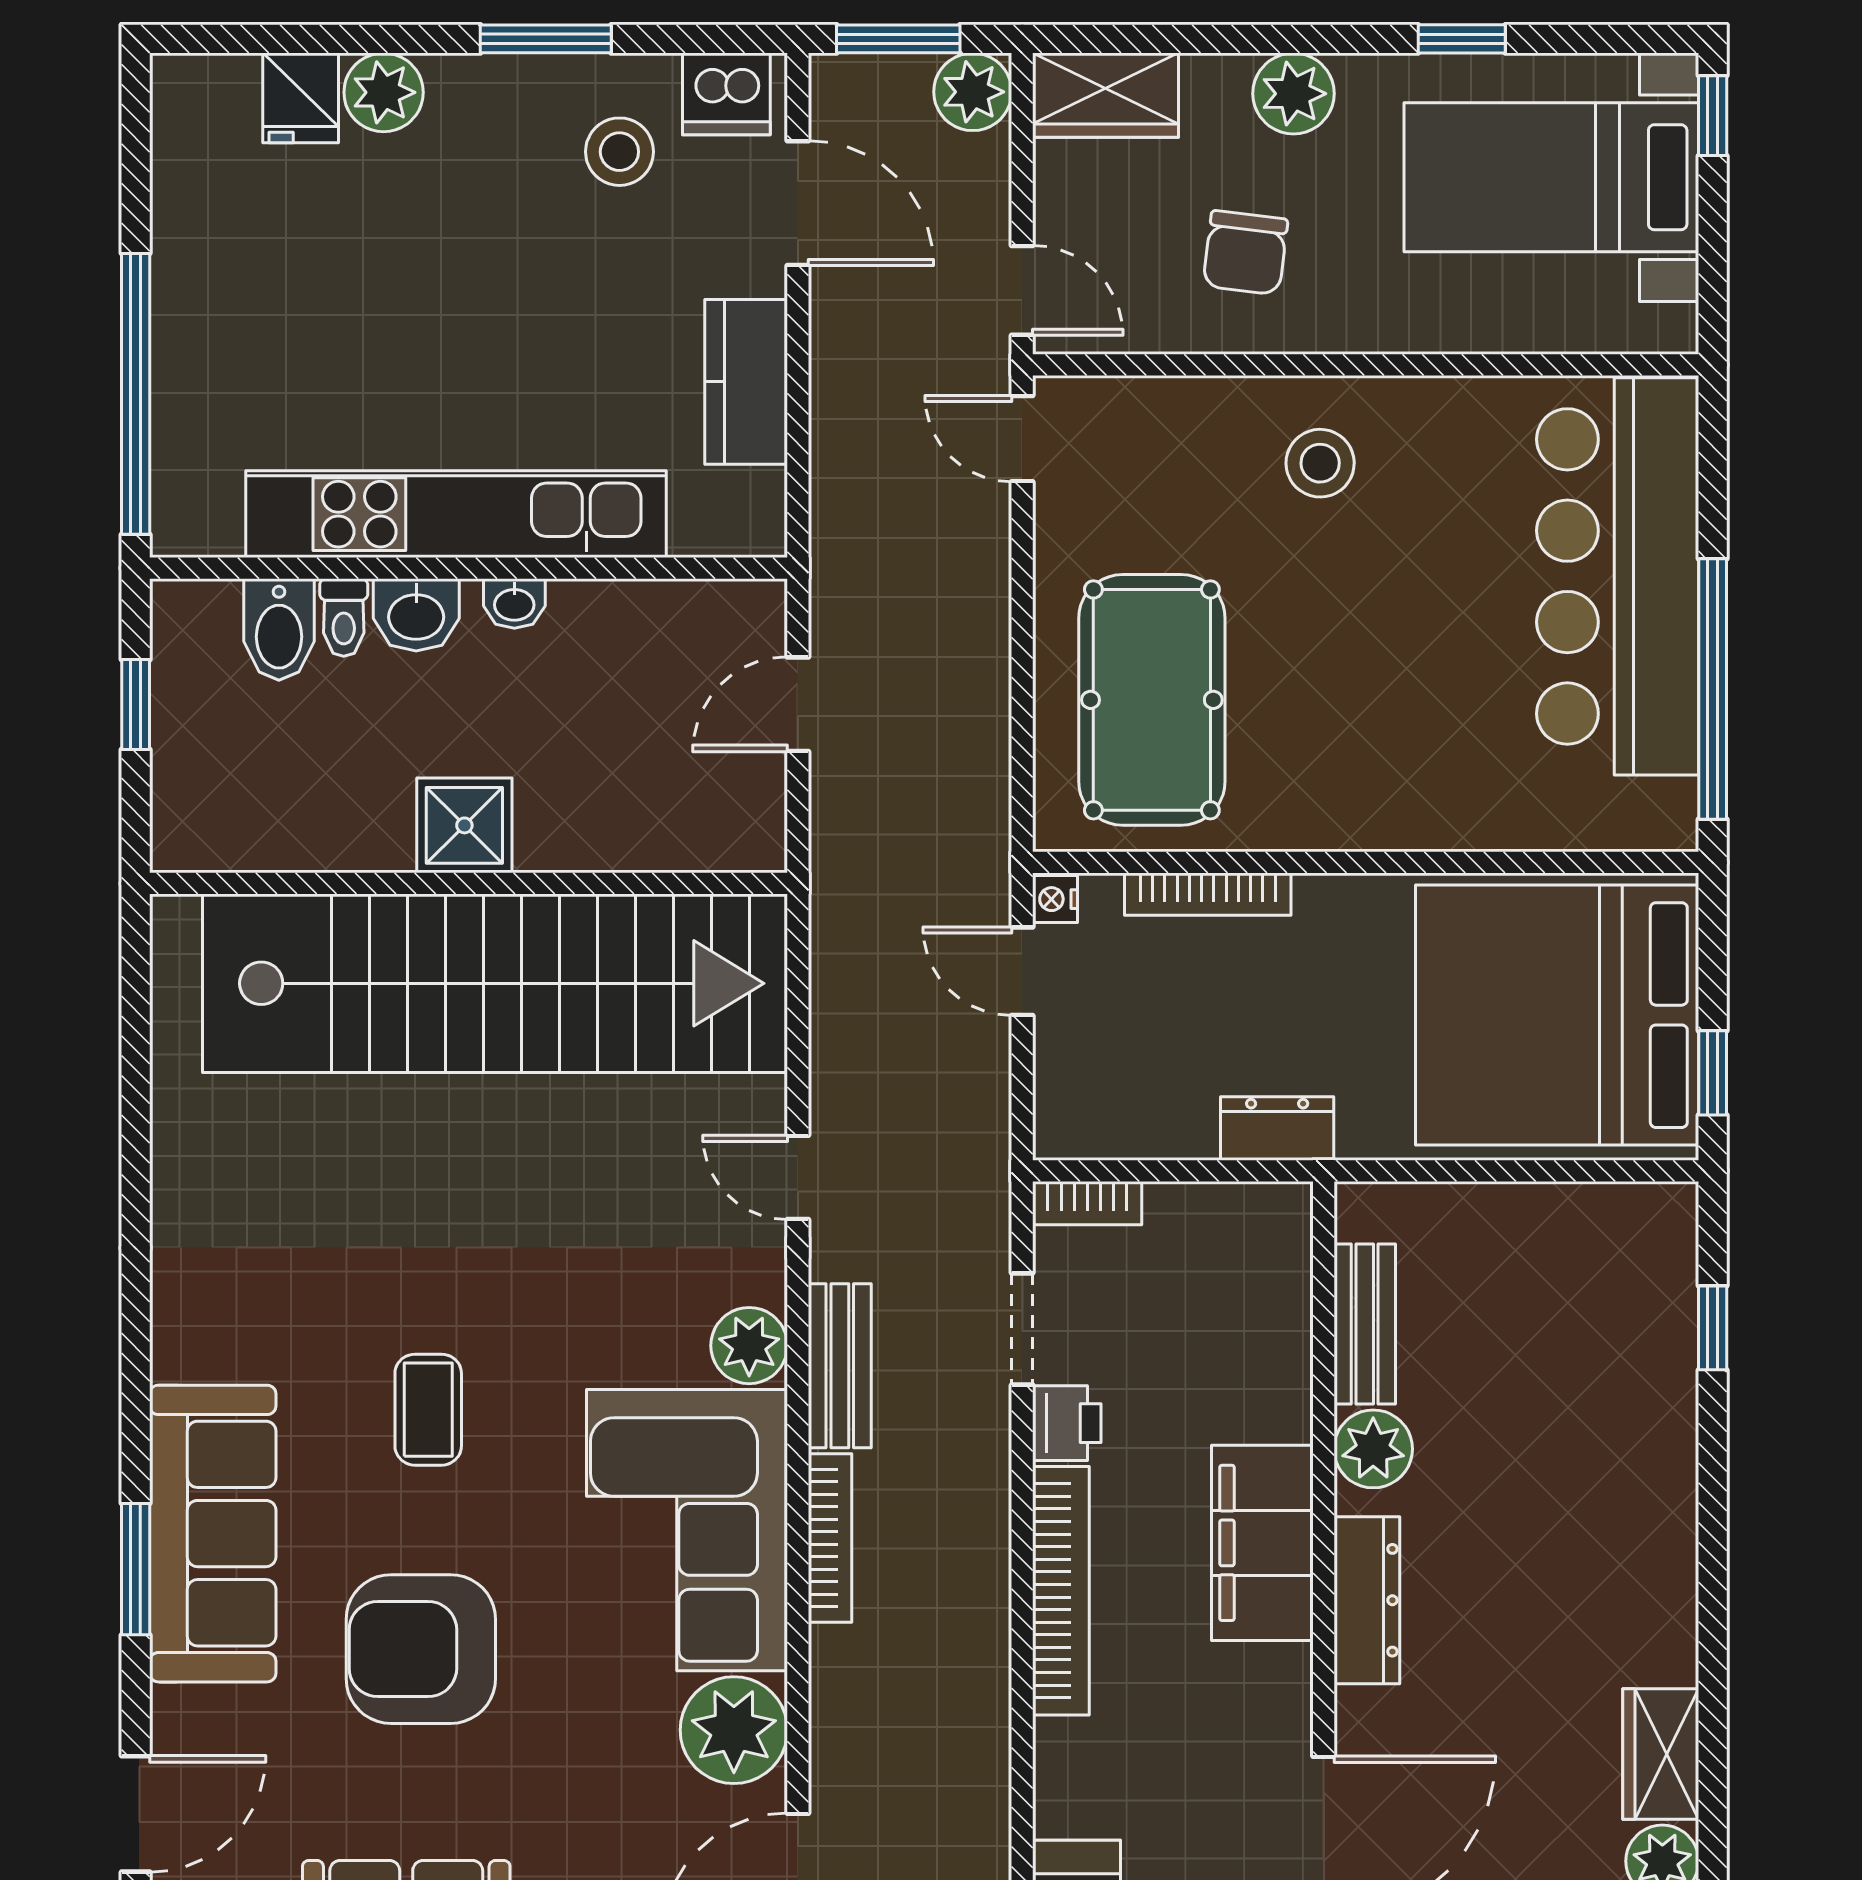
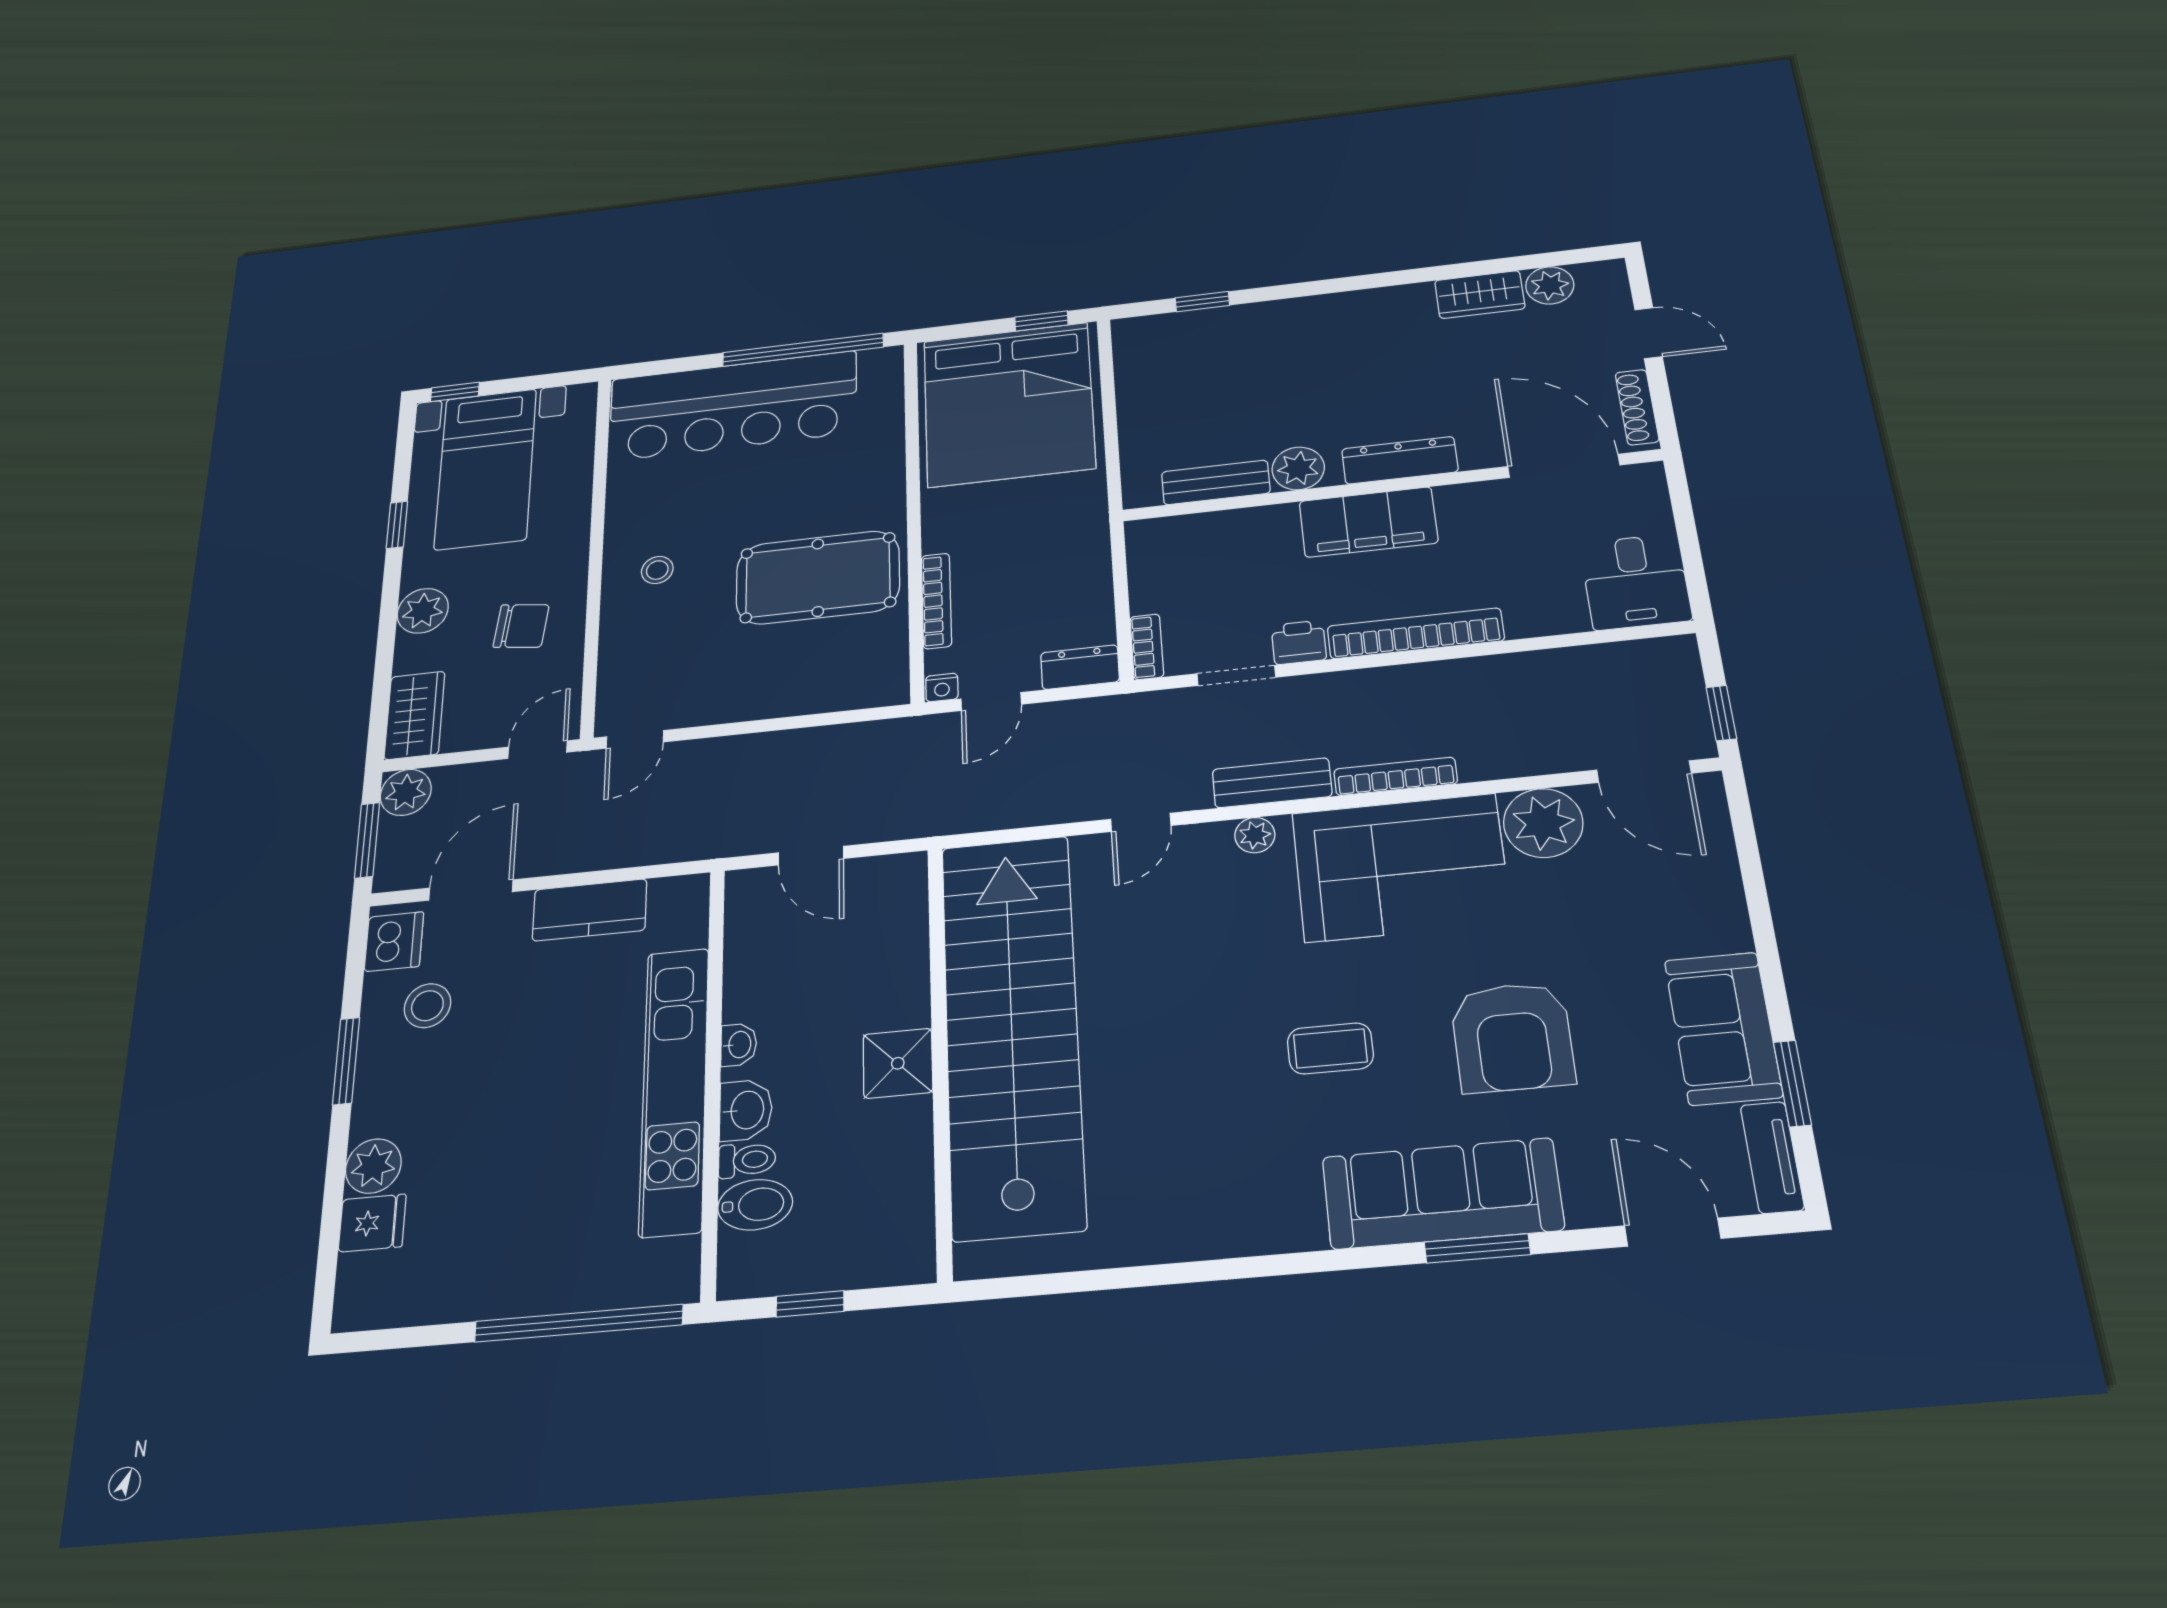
stool: (1320, 463) -> (657, 570), width x0.73, depth x0.73
pool table: (1152, 700) -> (818, 578), moved
dresser: (1277, 1128) -> (1080, 667), moved, turned 90
plant: (749, 1346) -> (1255, 835), width x0.73, depth x0.73

